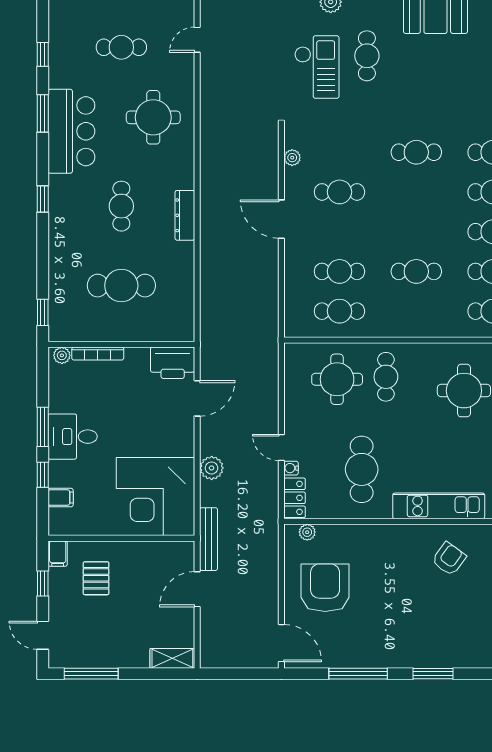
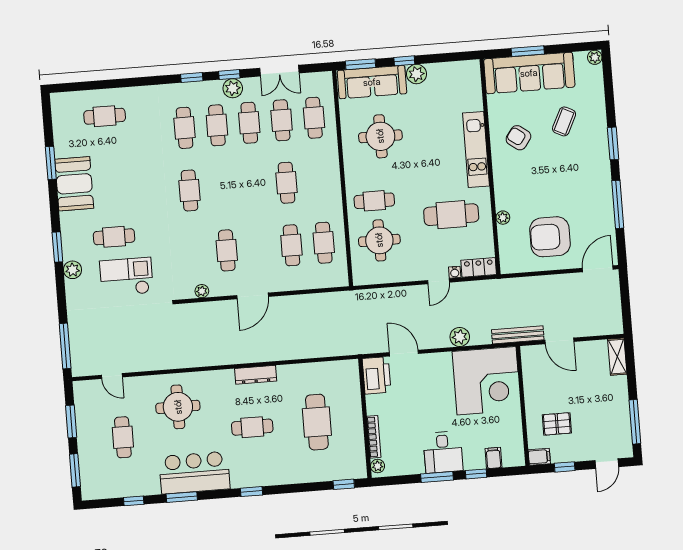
plant: (307, 532) -> (503, 218), moved
coffee table: (464, 616) -> (564, 121), added

